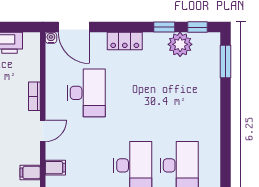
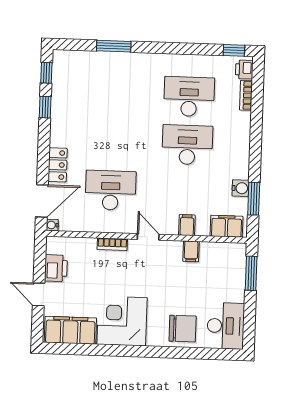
locker: (125, 41) -> (58, 165), moved
plant: (180, 44) -> (64, 91), removed
window: (225, 62) -> (114, 46), moved

